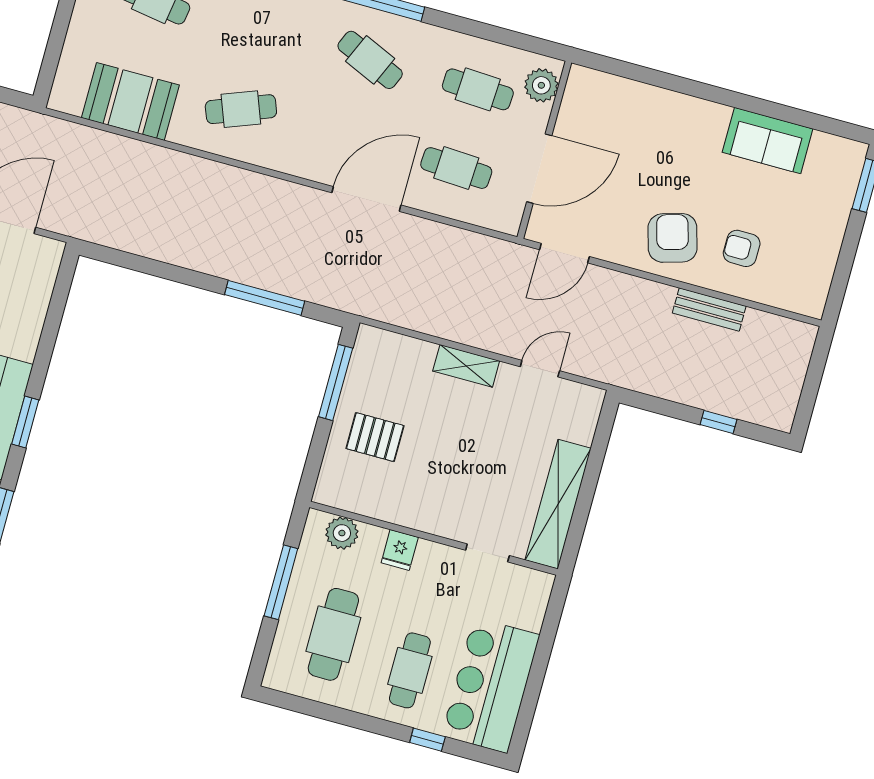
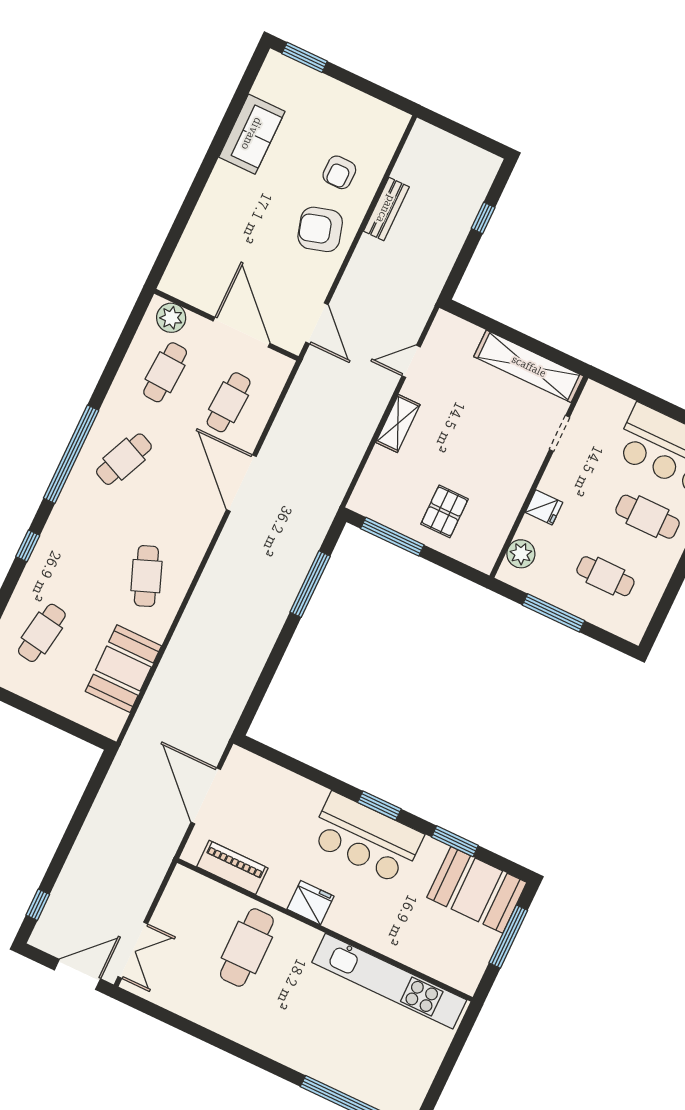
door: (540, 369) -> (411, 361), hinge flipped
cafe table: (333, 634) -> (605, 576), width x0.73, depth x0.74

